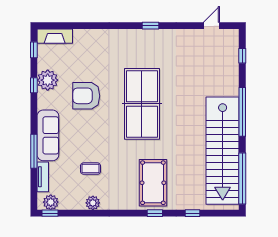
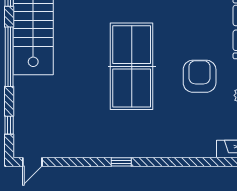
door: (211, 26) -> (32, 162), moved
armchair: (86, 96) -> (200, 76), turned -90

